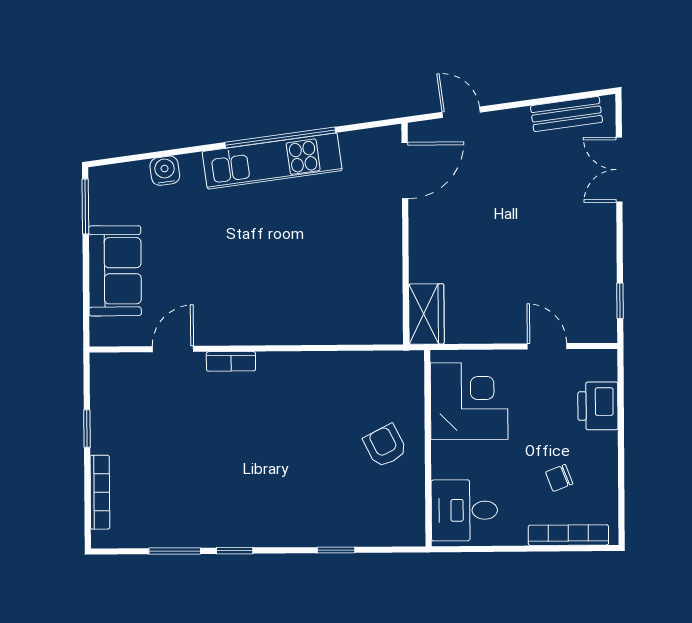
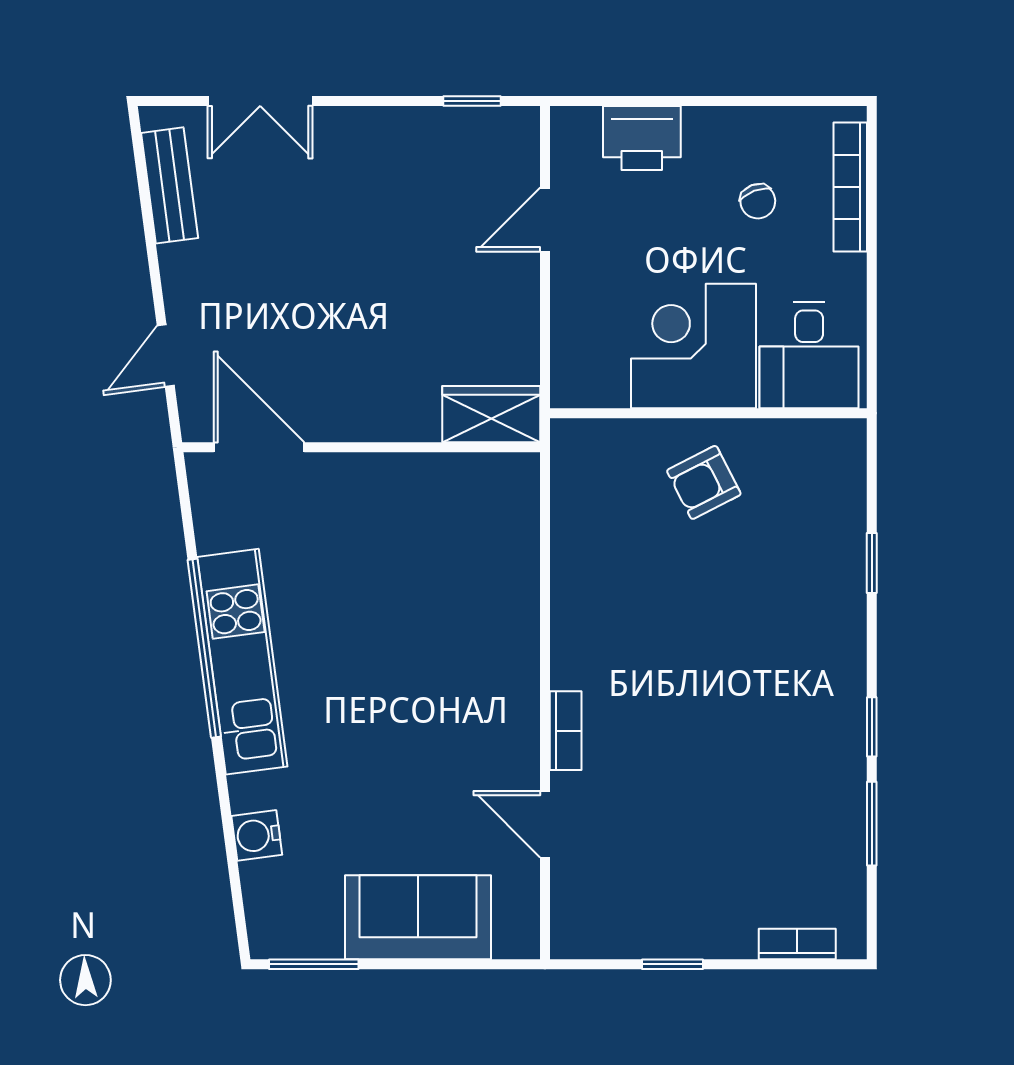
corner desk: (469, 401) -> (693, 346), moved
bookcase: (100, 492) -> (797, 944), width x0.64

